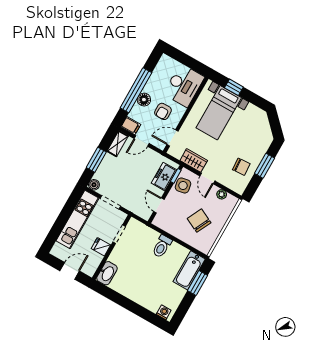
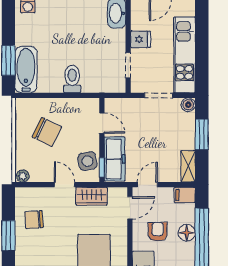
door: (142, 141) -> (147, 185), moved
freezer: (164, 177) -> (115, 159), width x1.40
plant: (222, 194) -> (23, 176), moved

